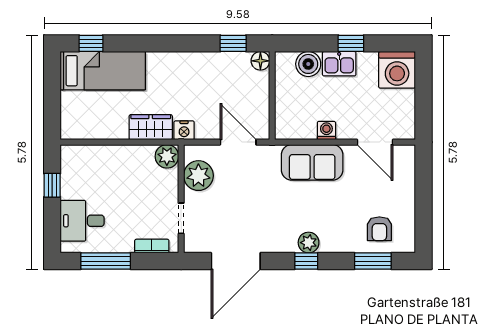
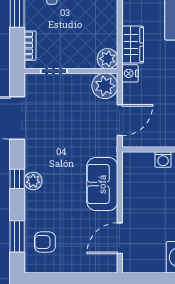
washing machine: (326, 131) -> (163, 159), moved, turned 90
plant: (198, 176) -> (105, 86), moved

